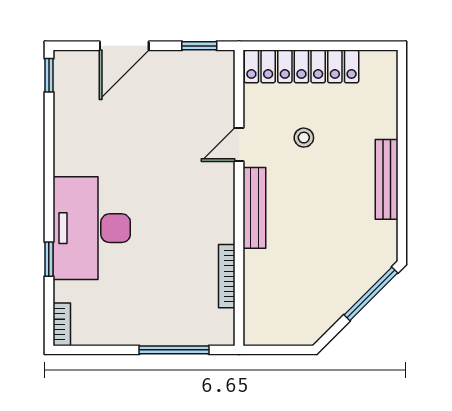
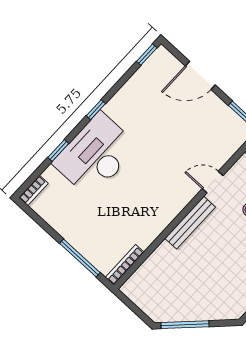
window: (49, 181) -> (96, 110), added
bookcase: (227, 276) -> (125, 265), moved
window: (371, 294) -> (185, 325), moved

